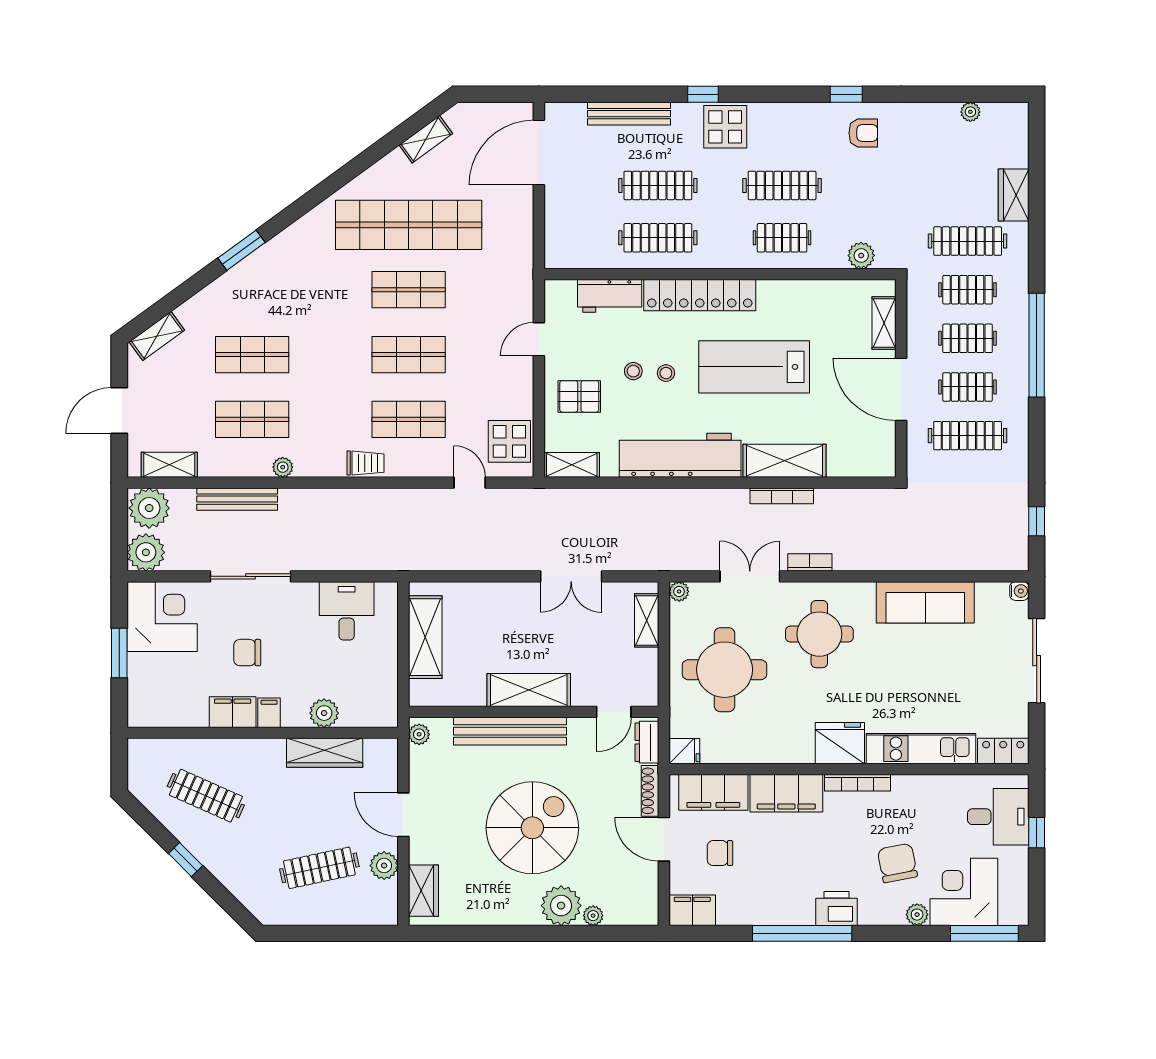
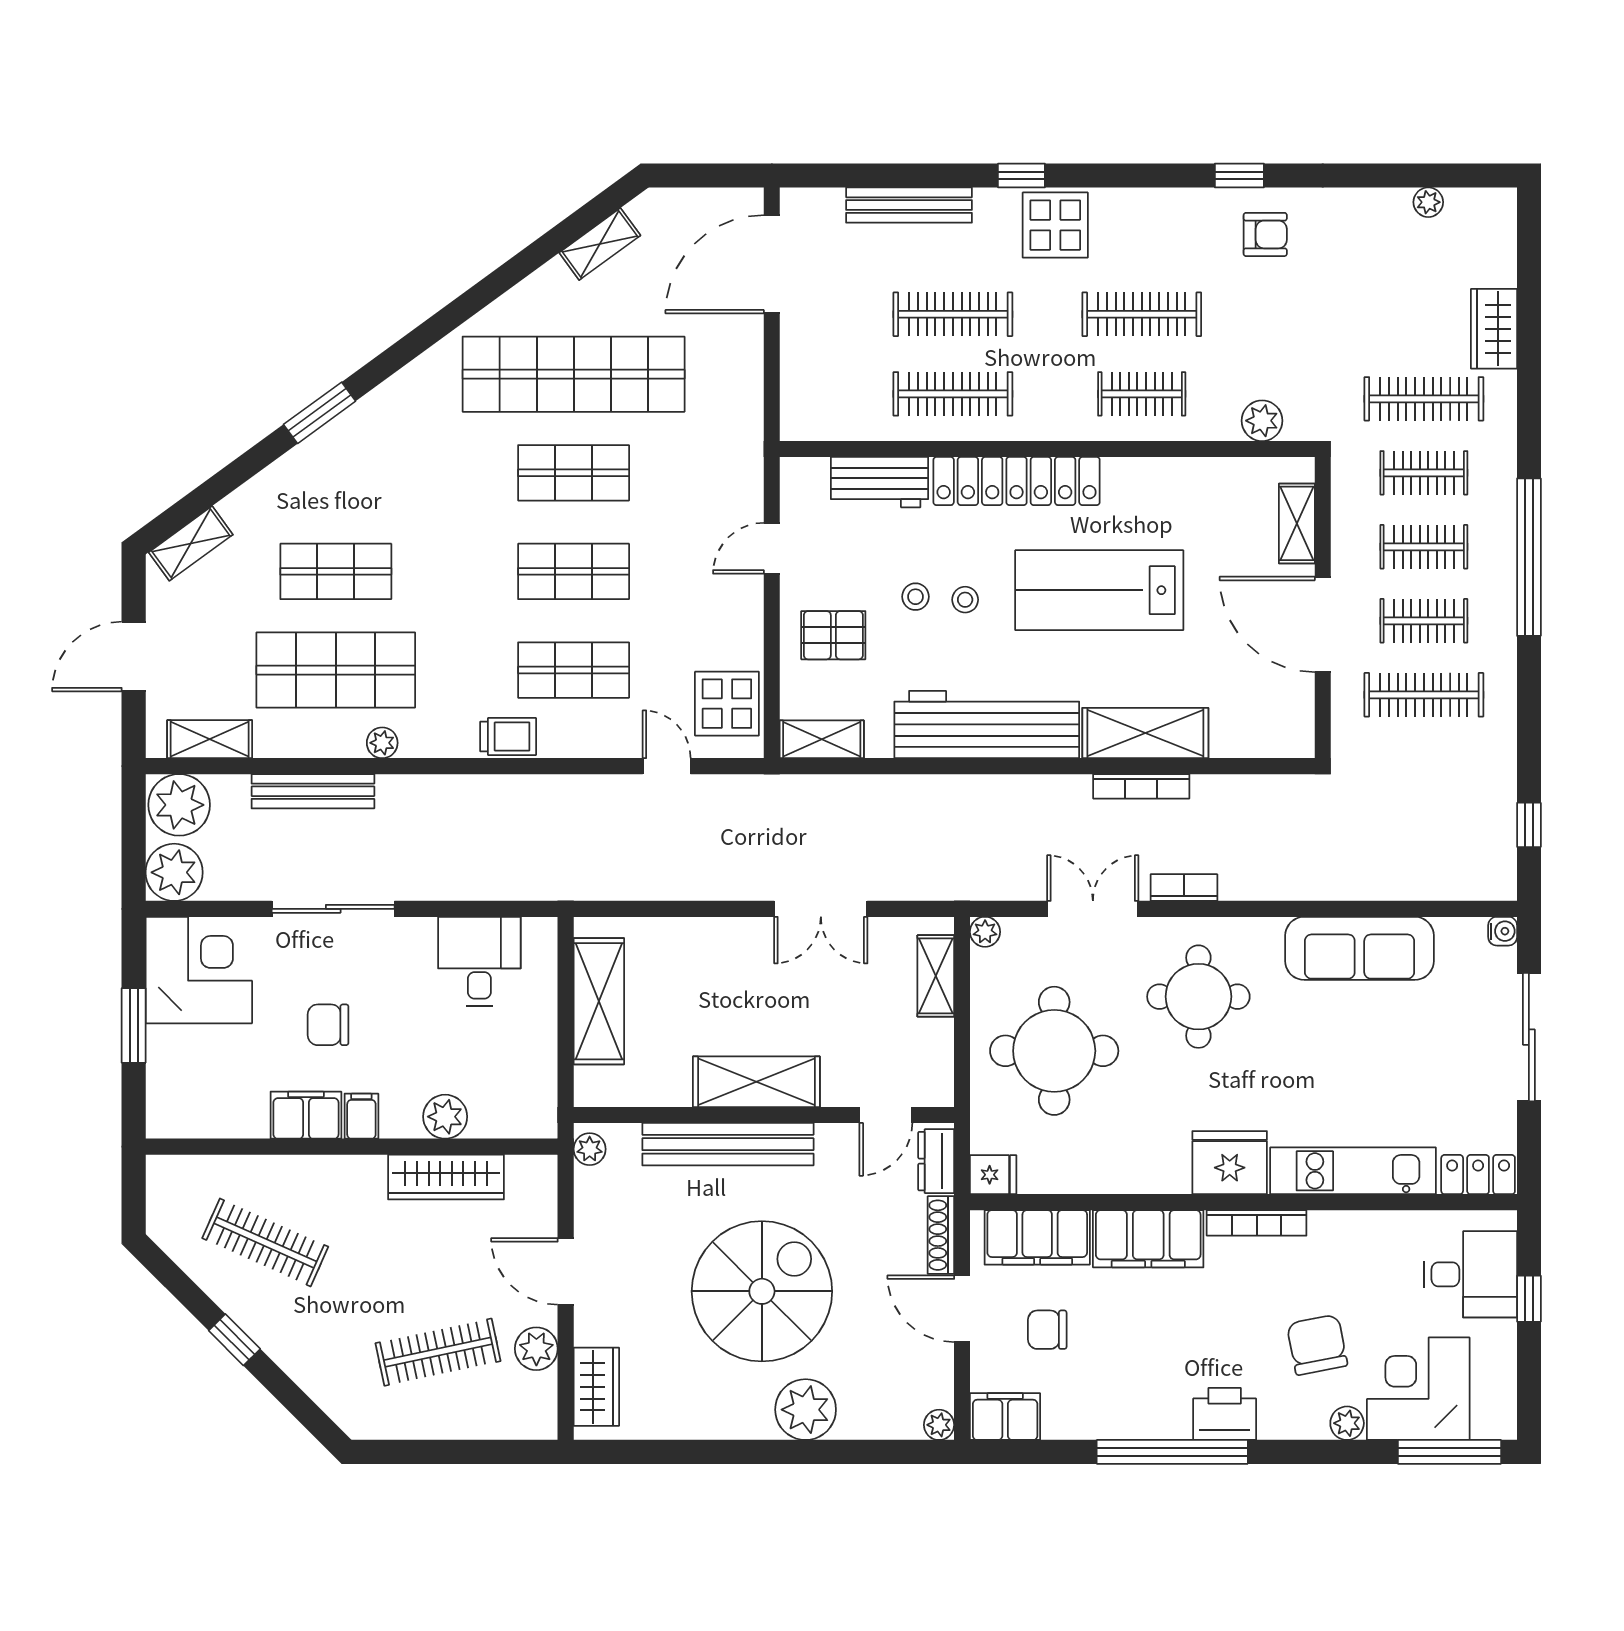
shop shelf: (252, 419) -> (336, 670), width x1.43, depth x1.36
plant: (593, 916) -> (939, 1425), moved

